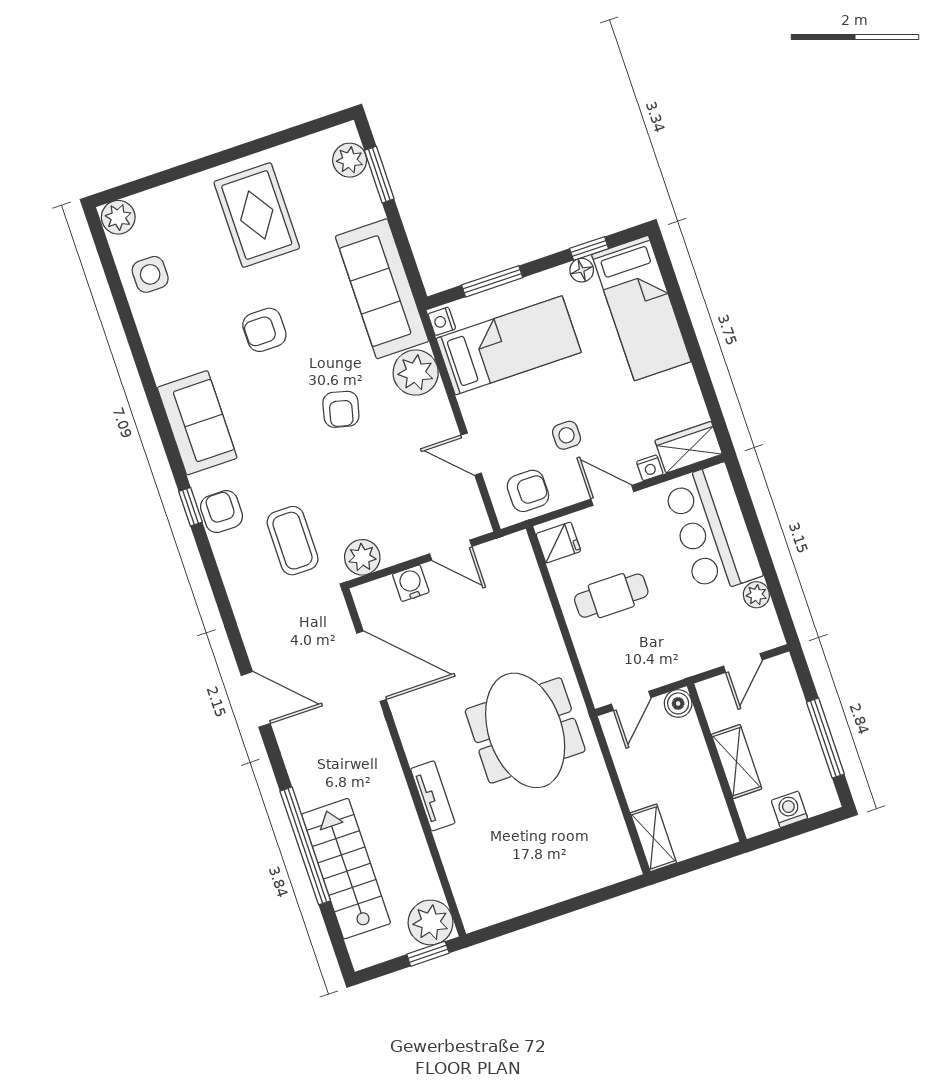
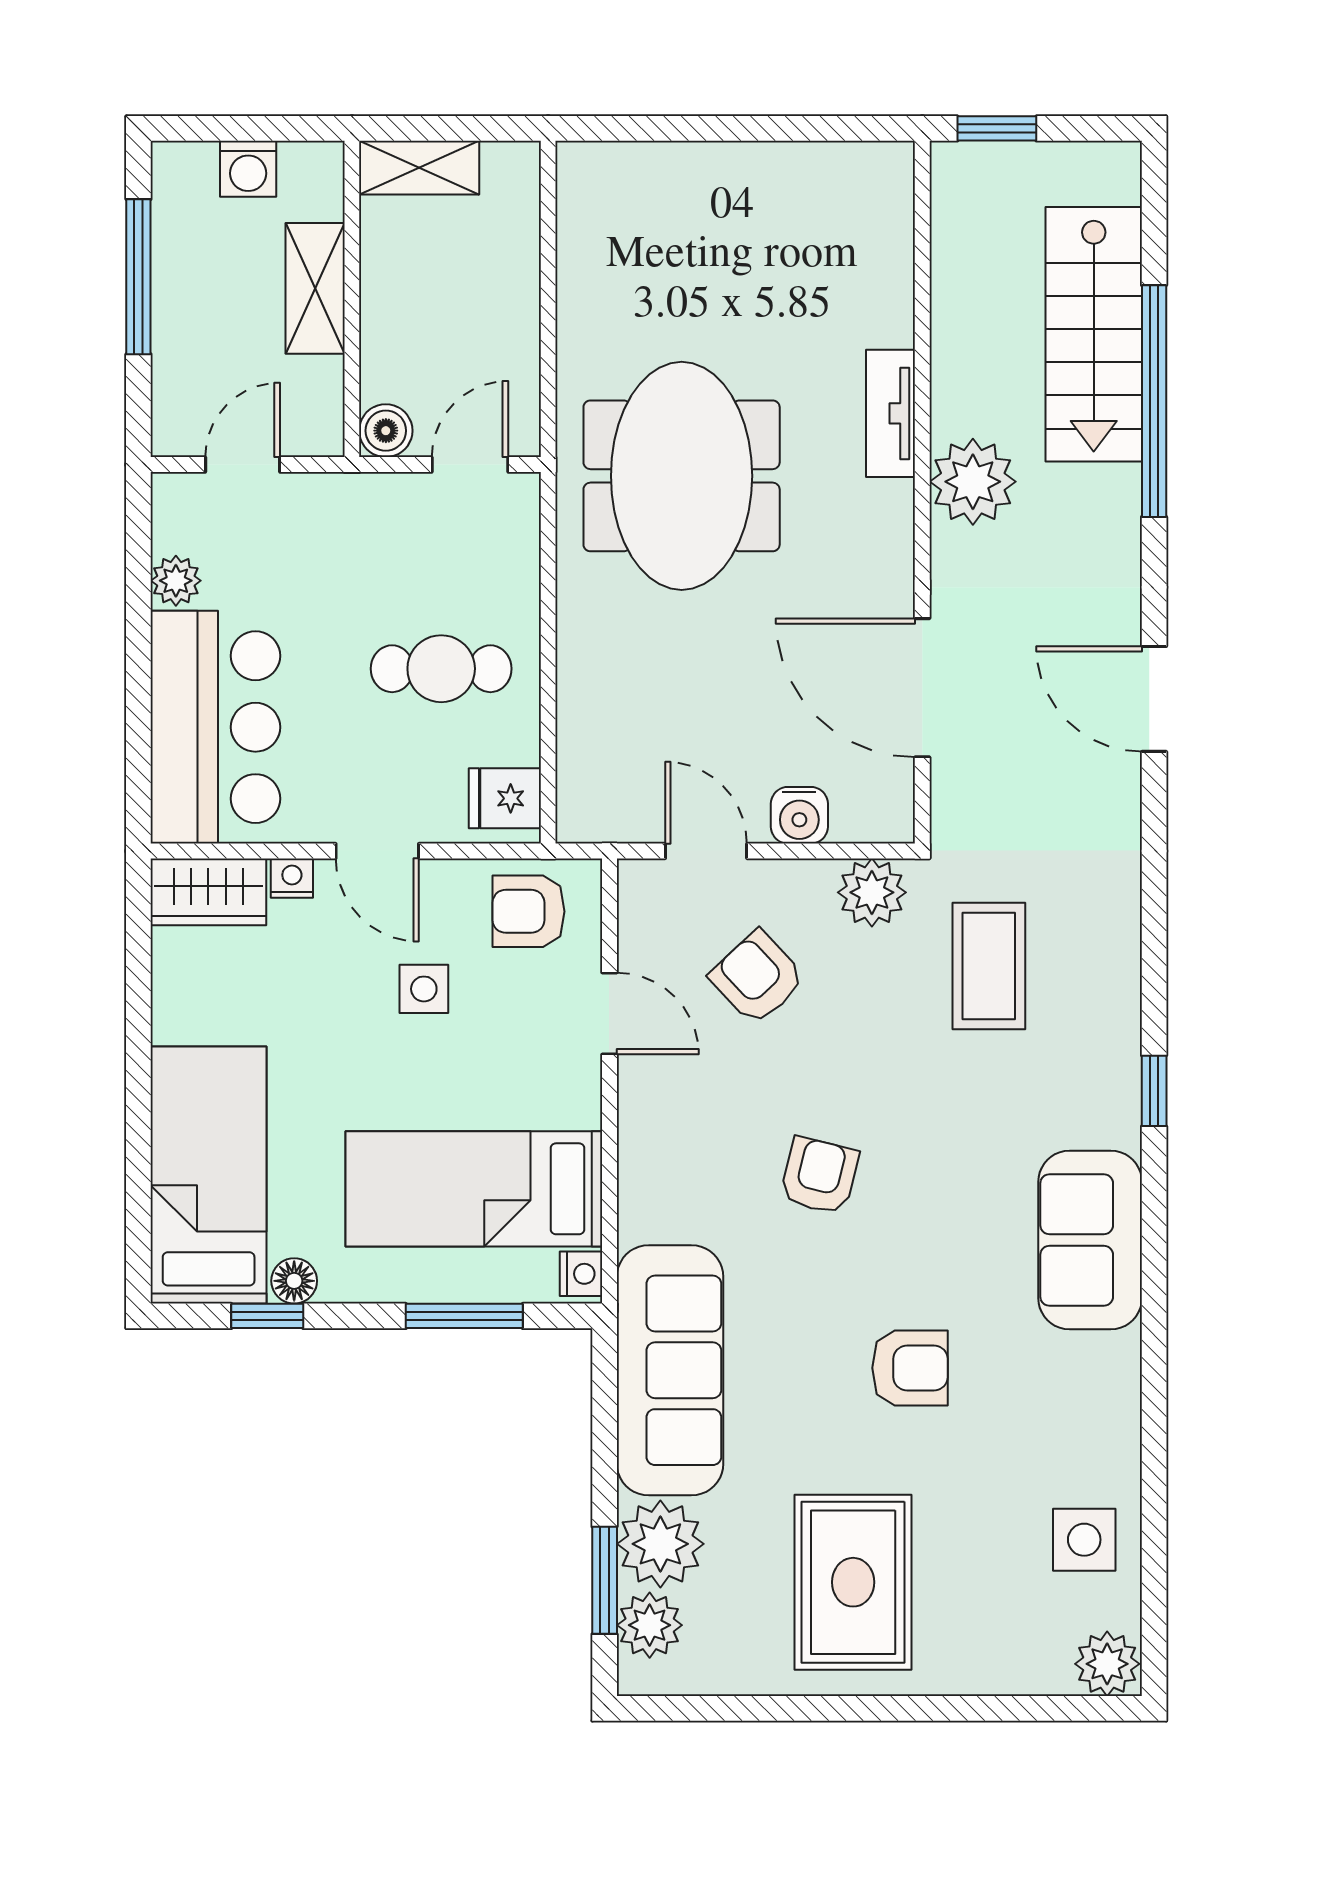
plant: (416, 373) -> (660, 1544), moved
armchair: (222, 512) -> (757, 978), moved, turned 137
shelving: (653, 838) -> (419, 168), moved, turned 90
plant: (431, 922) -> (973, 482), moved

